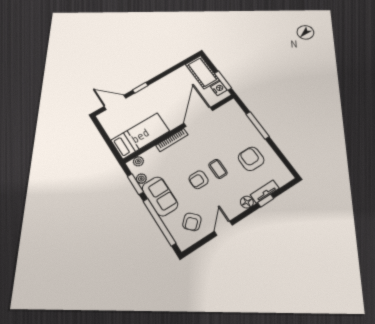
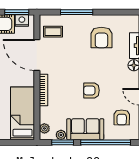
armchair: (251, 159) -> (101, 37), turned -90
coffee table: (218, 169) -> (53, 32), moved
armchair: (199, 180) -> (92, 90), turned 90
armchair: (192, 222) -> (122, 117), turned 44

